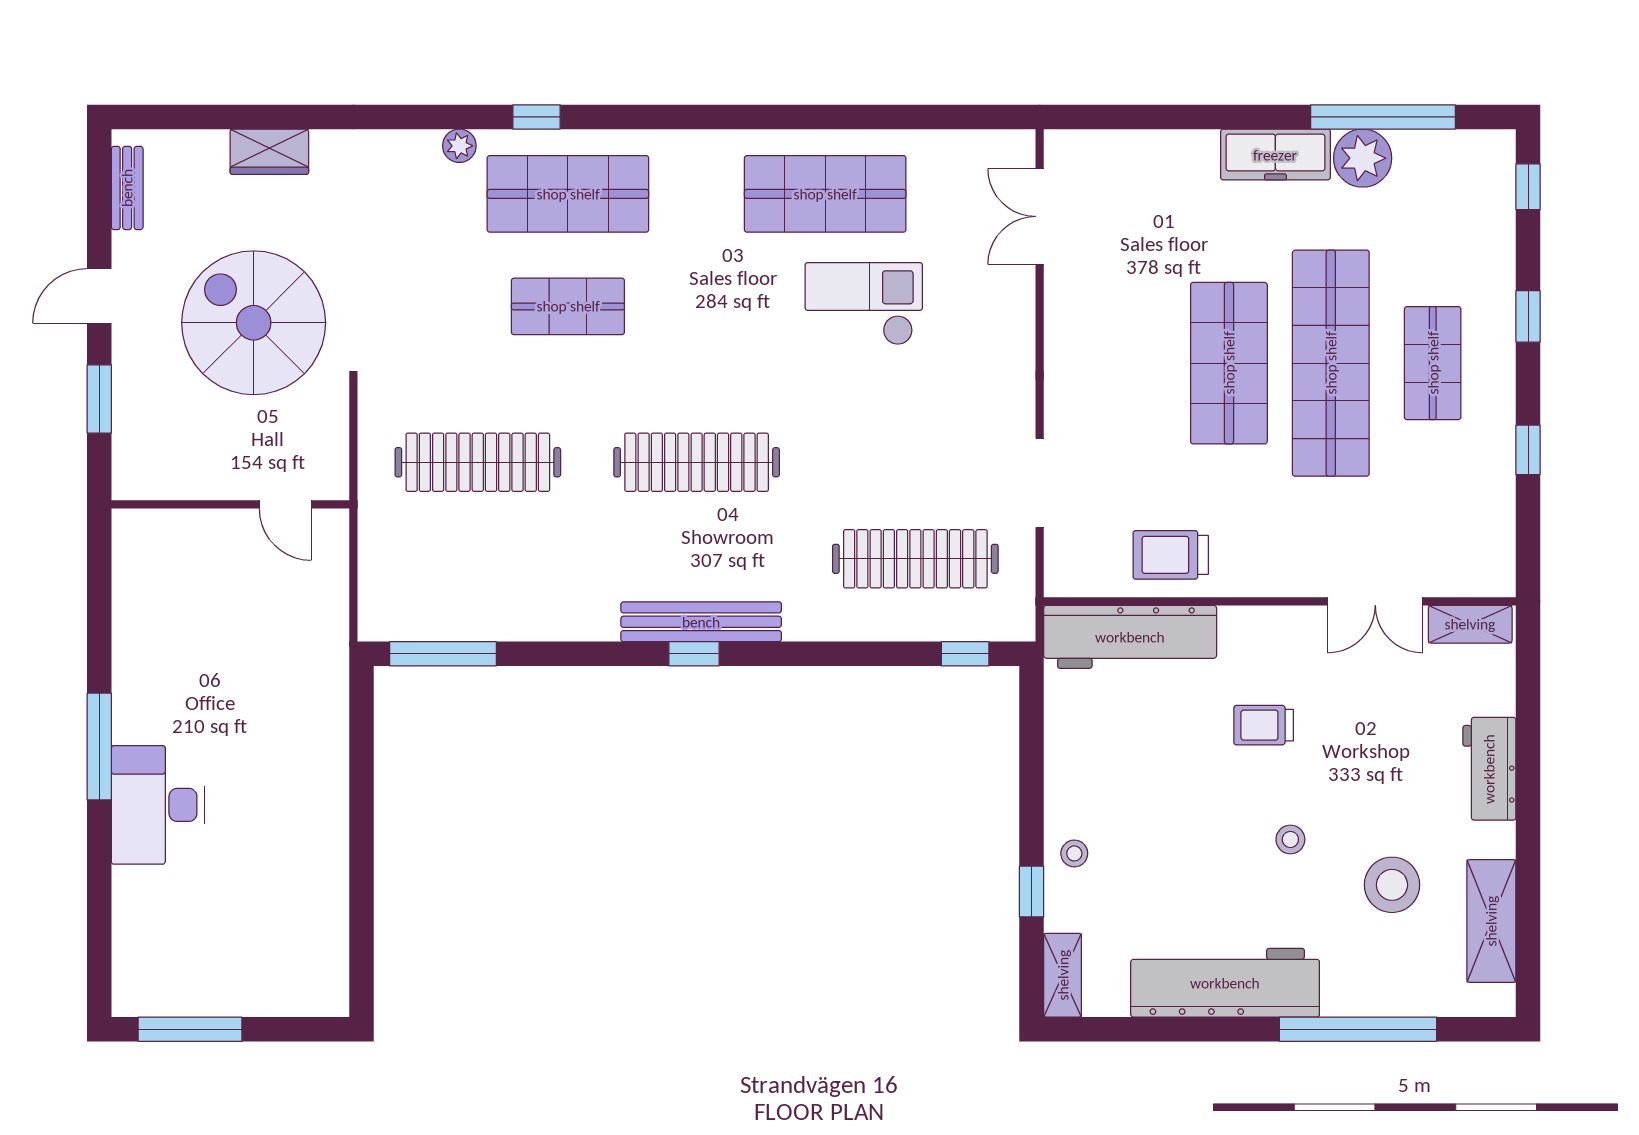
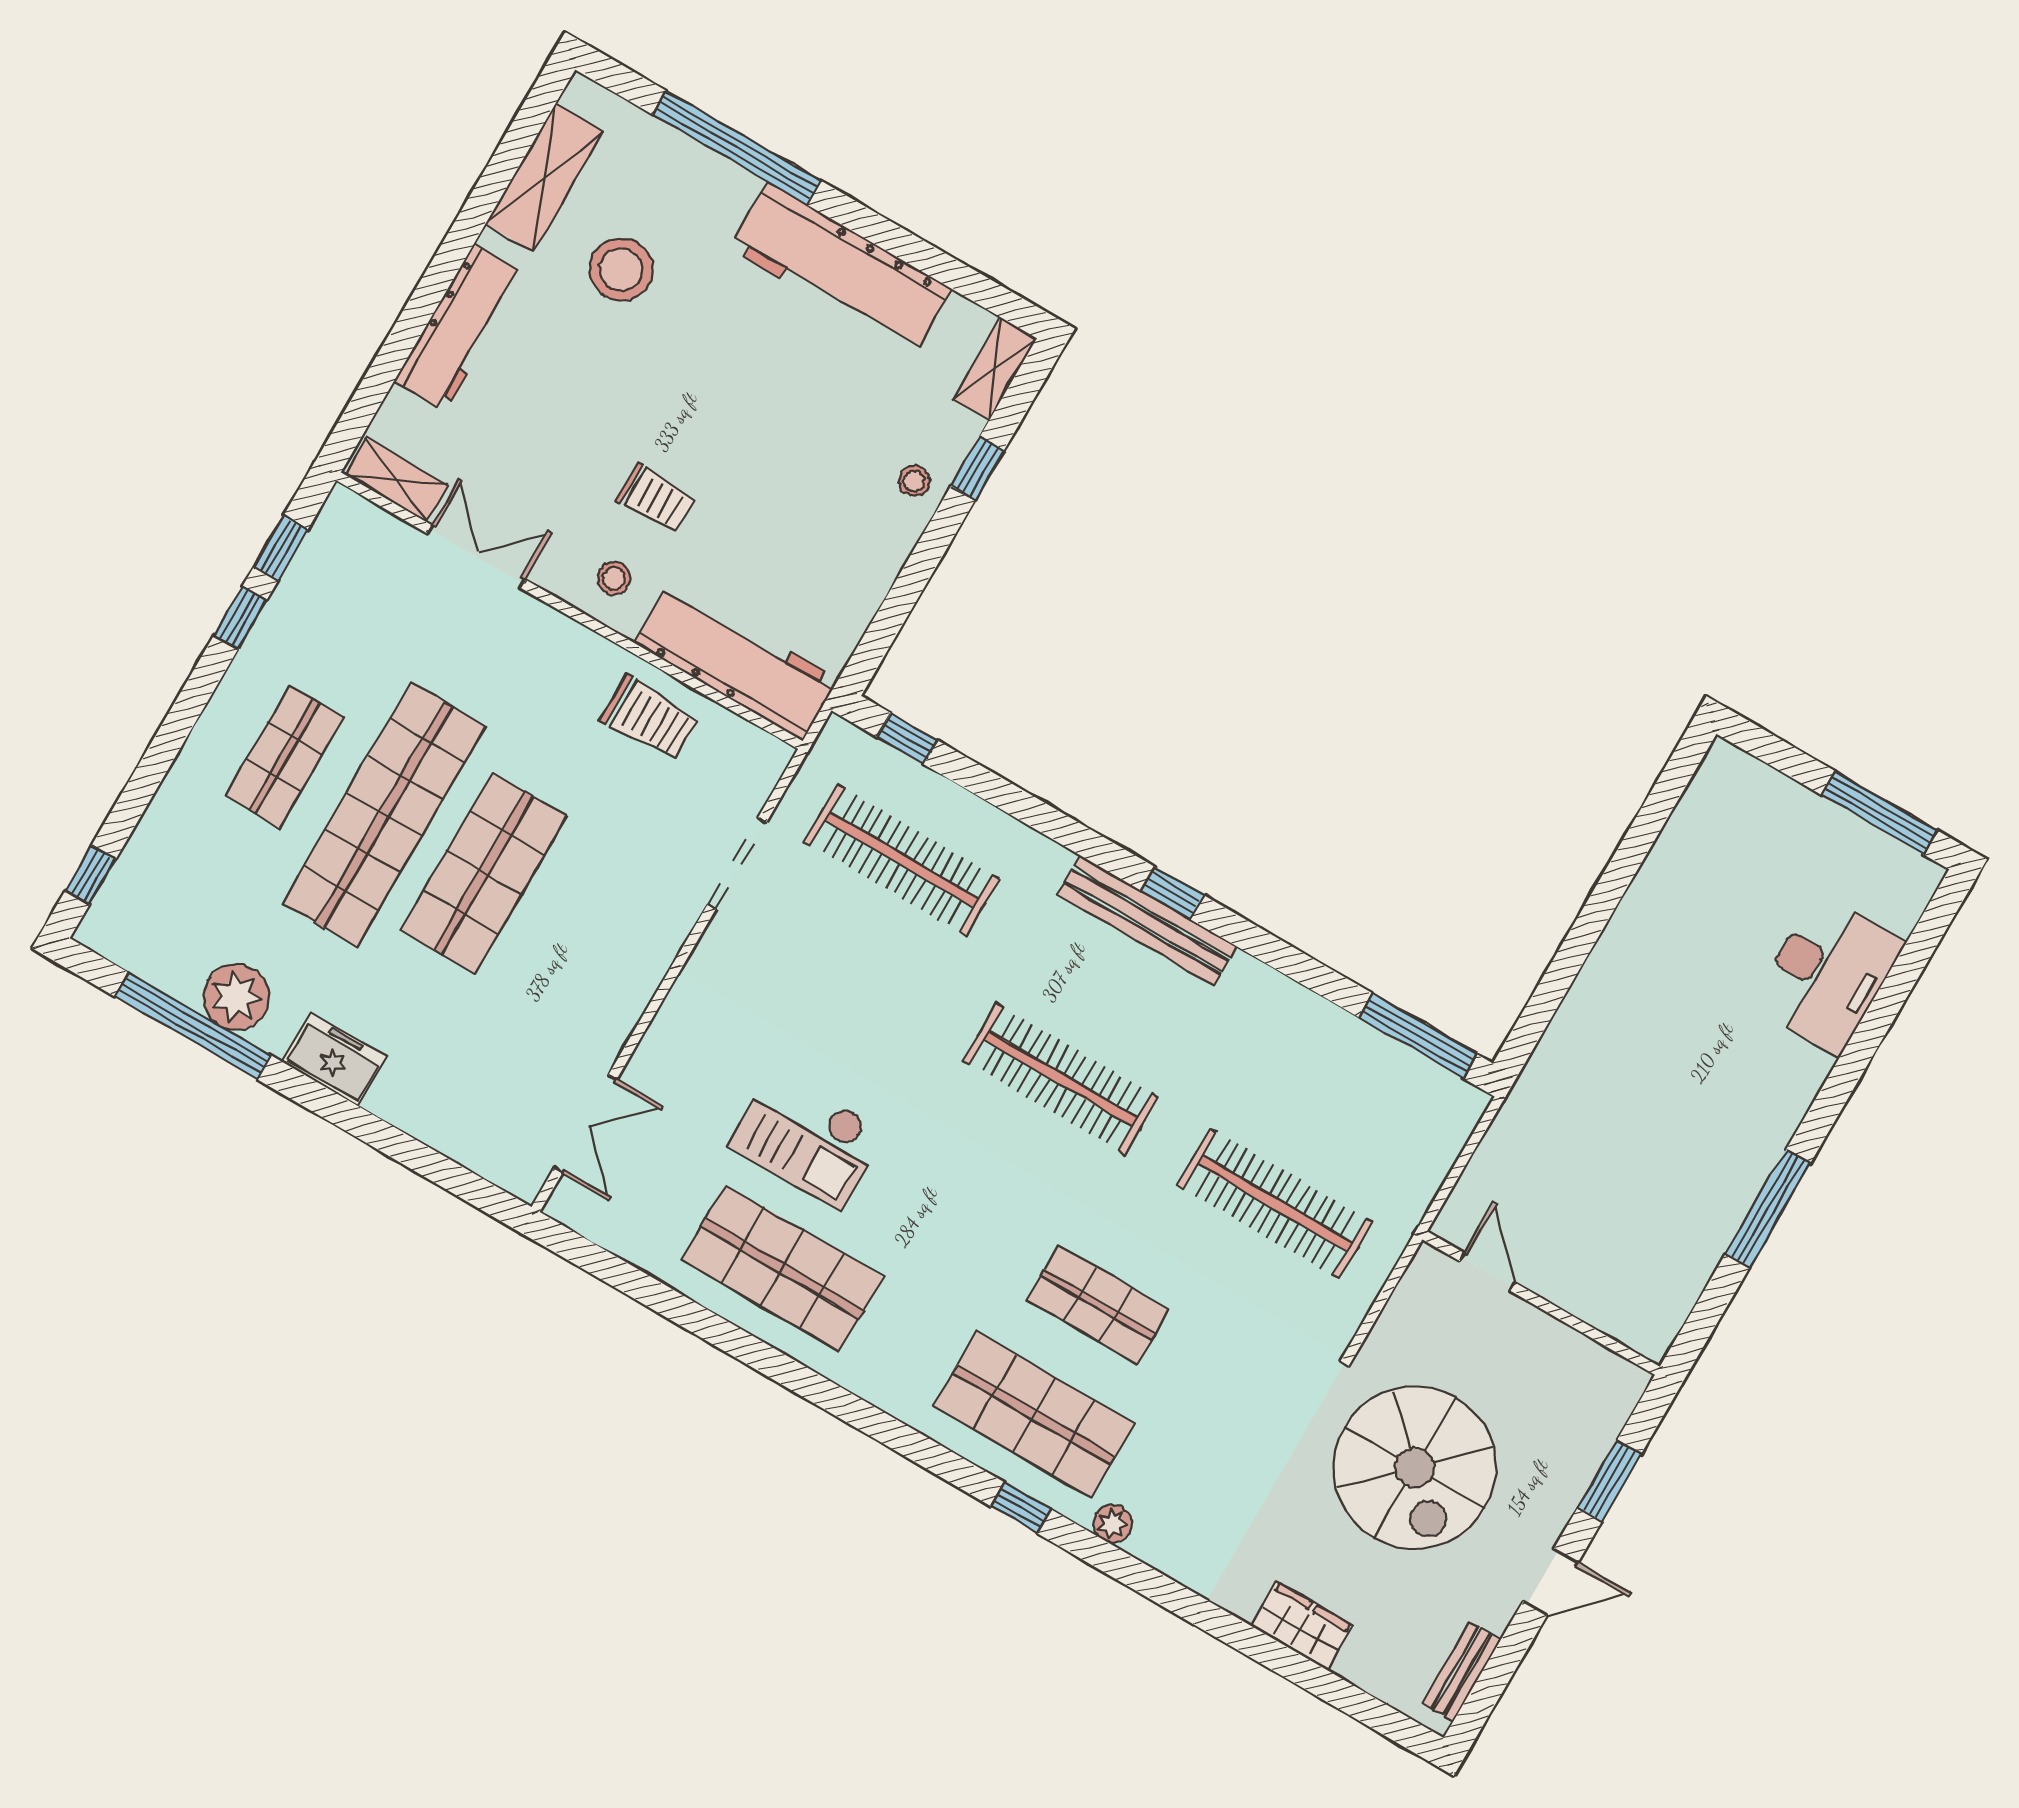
freezer: (1275, 155) -> (335, 1059), width x0.71
window: (1528, 316) -> (281, 548), moved
window: (99, 747) -> (1768, 1208), moved
workbench: (1489, 769) -> (460, 328), width x1.37
desk: (158, 805) -> (1828, 973), moved
stool: (1290, 839) -> (614, 578), moved

